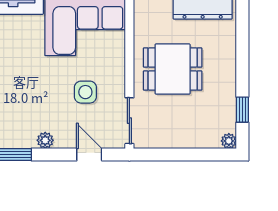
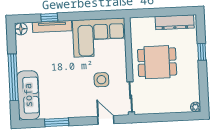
window: (242, 110) -> (202, 52), moved
plant: (45, 140) -> (77, 112), removed

